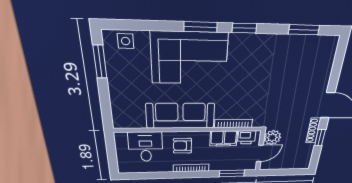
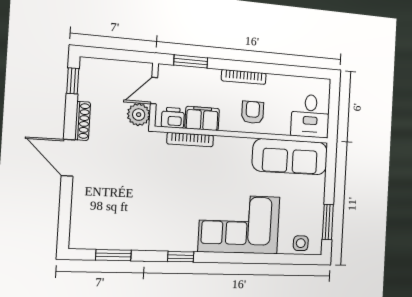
window: (201, 27) -> (227, 258), removed
sofa: (180, 116) -> (290, 157), moved
window: (320, 138) -> (73, 81), moved
armchair: (182, 146) -> (253, 112), turned -90
desk: (146, 147) -> (310, 116), moved

